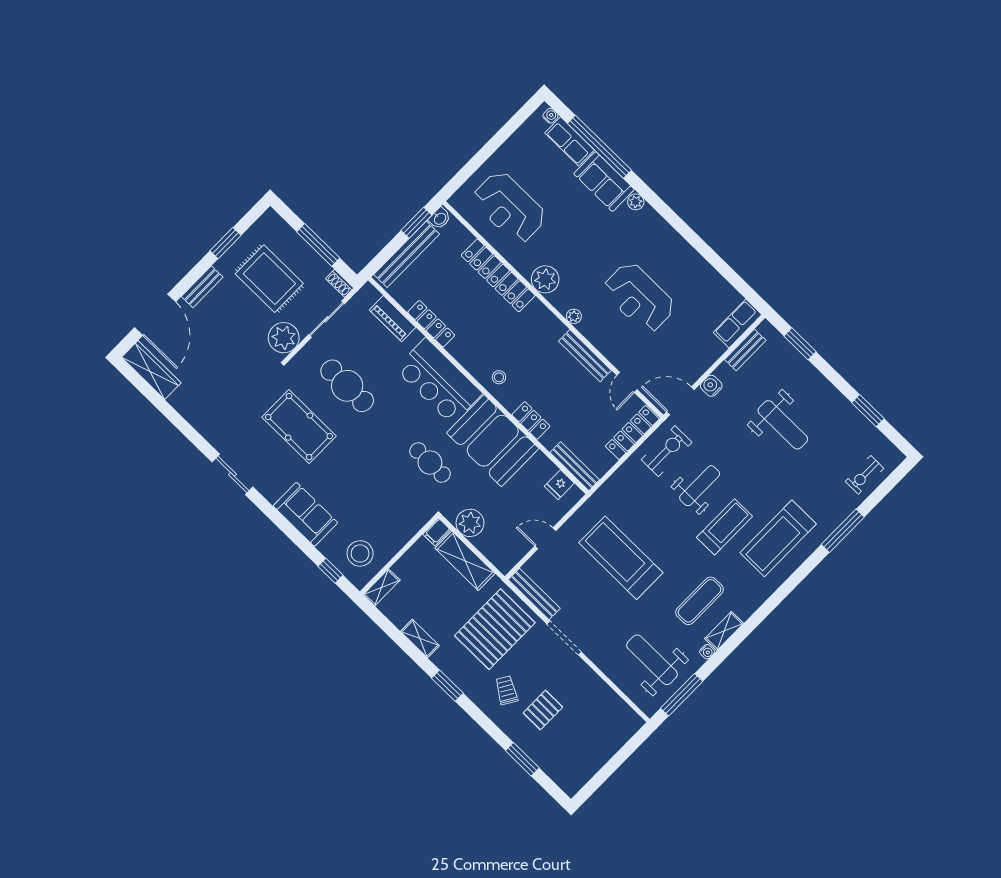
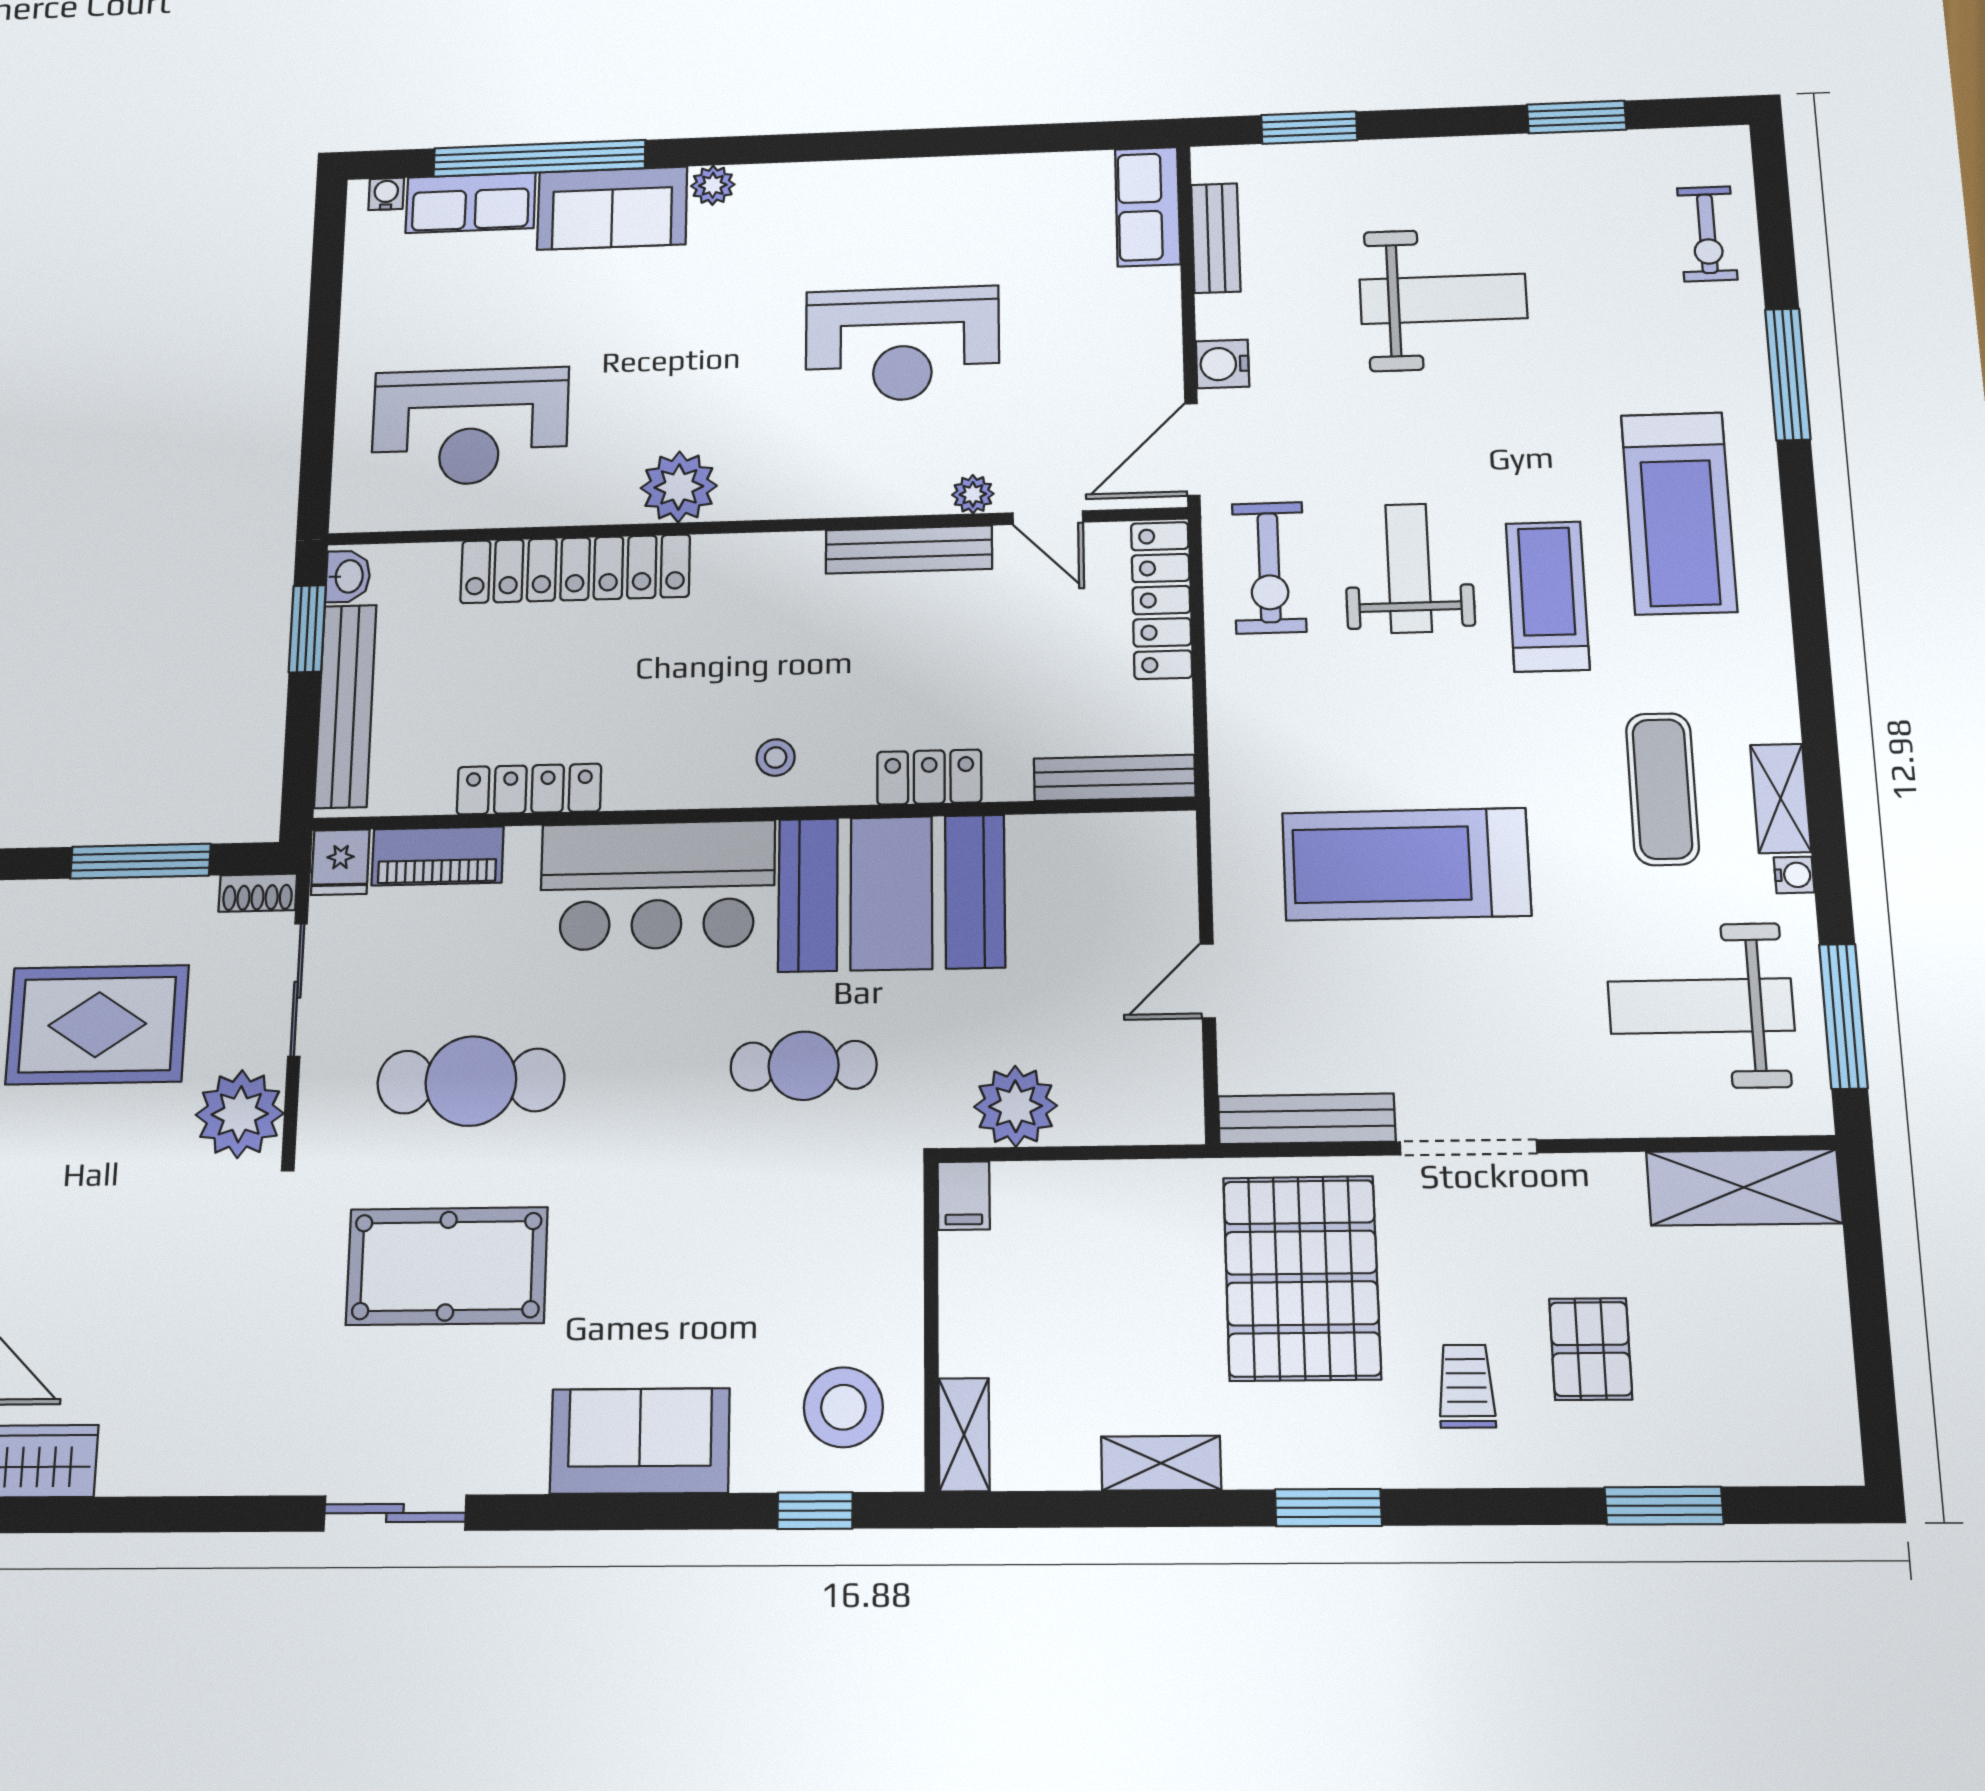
plant: (574, 316) -> (973, 494), moved
exercise bike: (667, 451) -> (1269, 568), turned 180
fridge: (559, 485) -> (340, 862), moved
shelving: (465, 561) -> (1744, 1187), moved
trolley: (506, 690) -> (1466, 1386), turned 59

